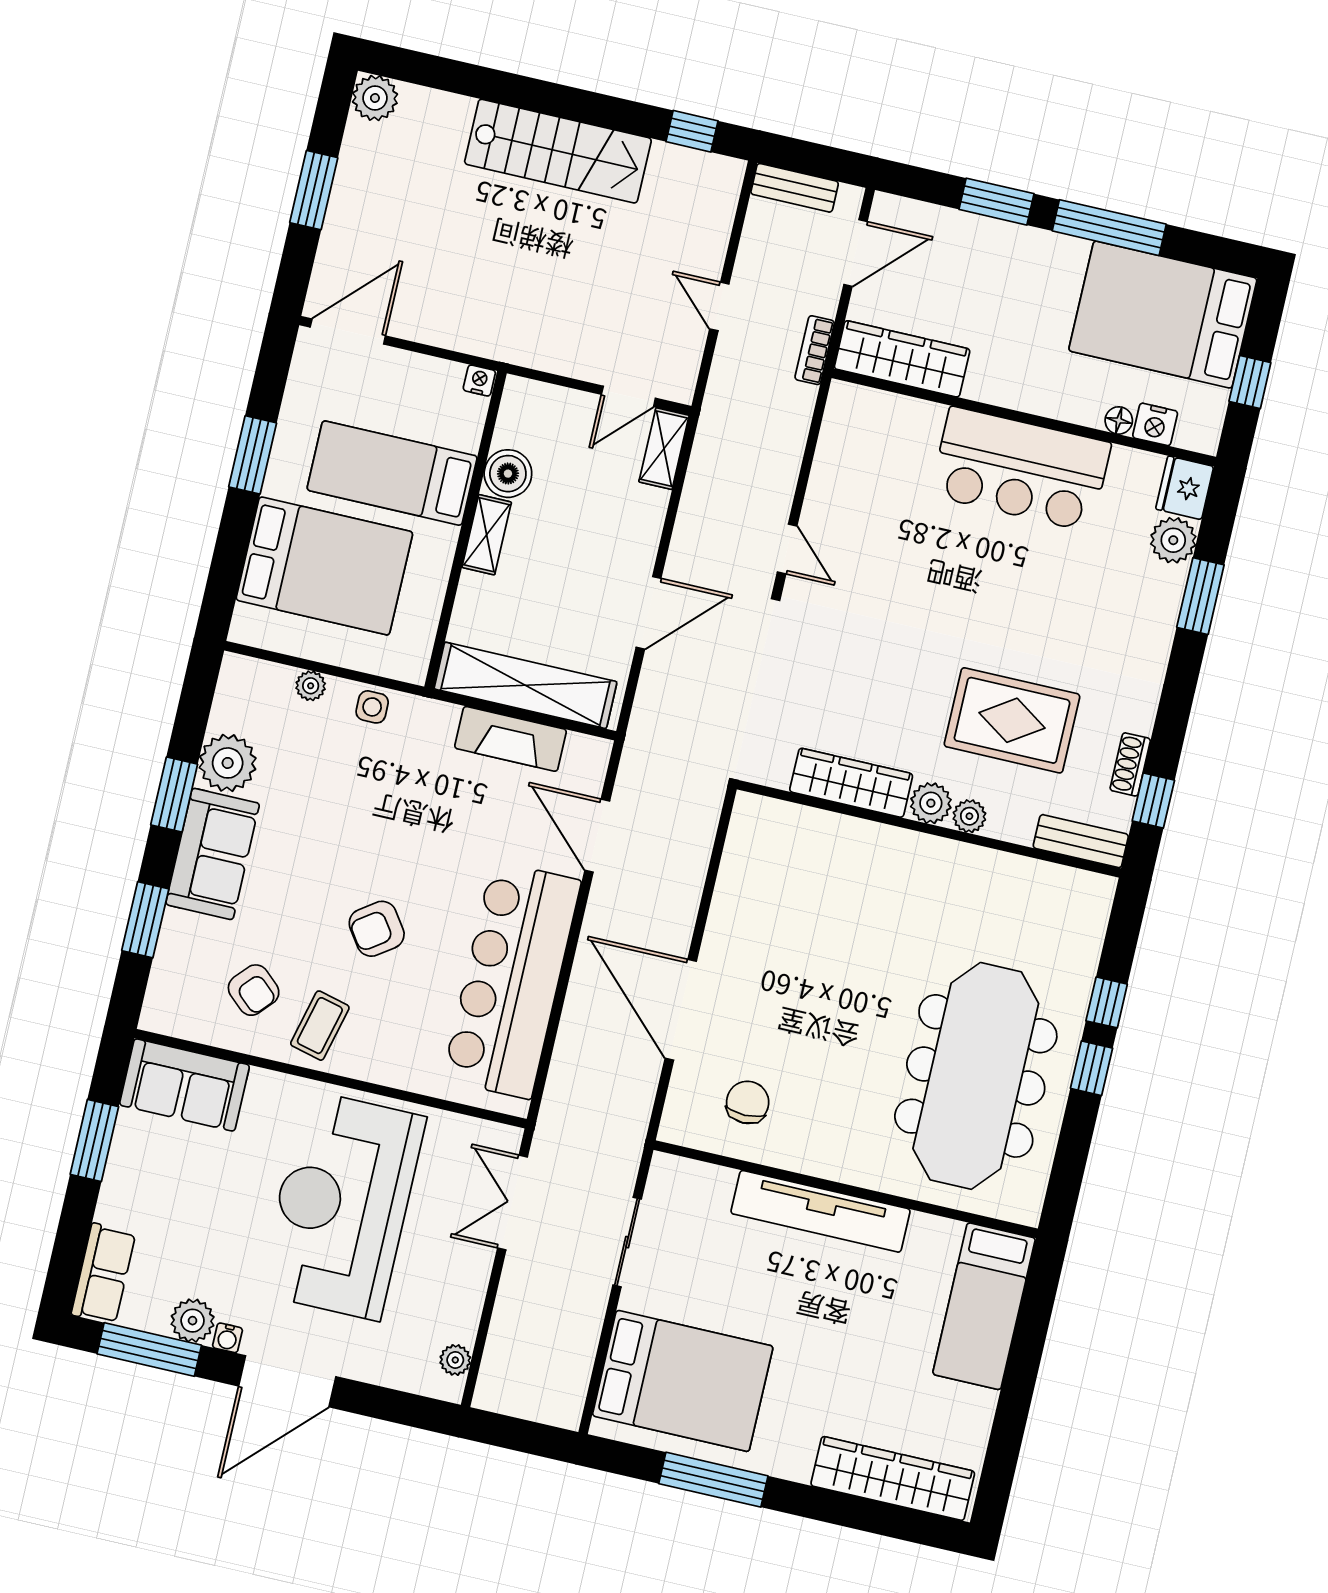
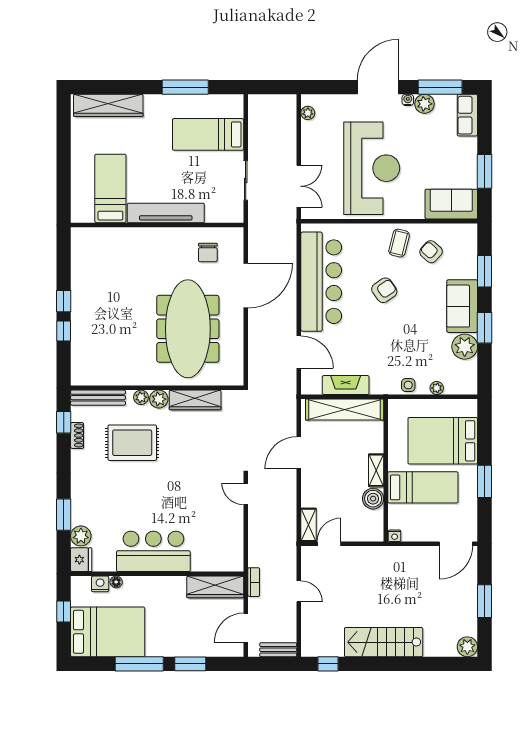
bench: (1081, 841) -> (98, 398), width x1.36
door: (681, 1010) -> (246, 286), hinge flipped
meeting table: (976, 1076) -> (188, 329), moved
bed: (984, 1306) -> (110, 188), moved
bed: (683, 1381) -> (208, 134), width x0.67

